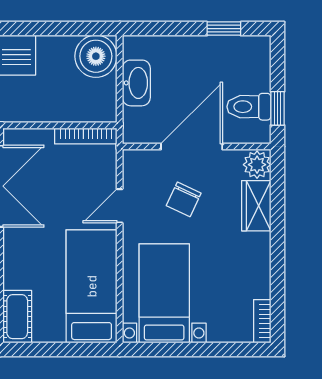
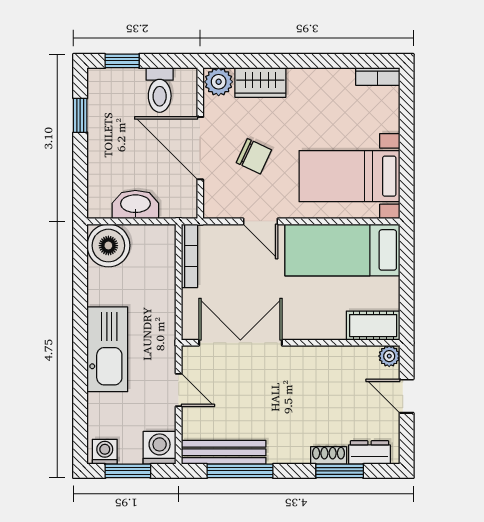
window: (277, 108) -> (122, 61), moved

